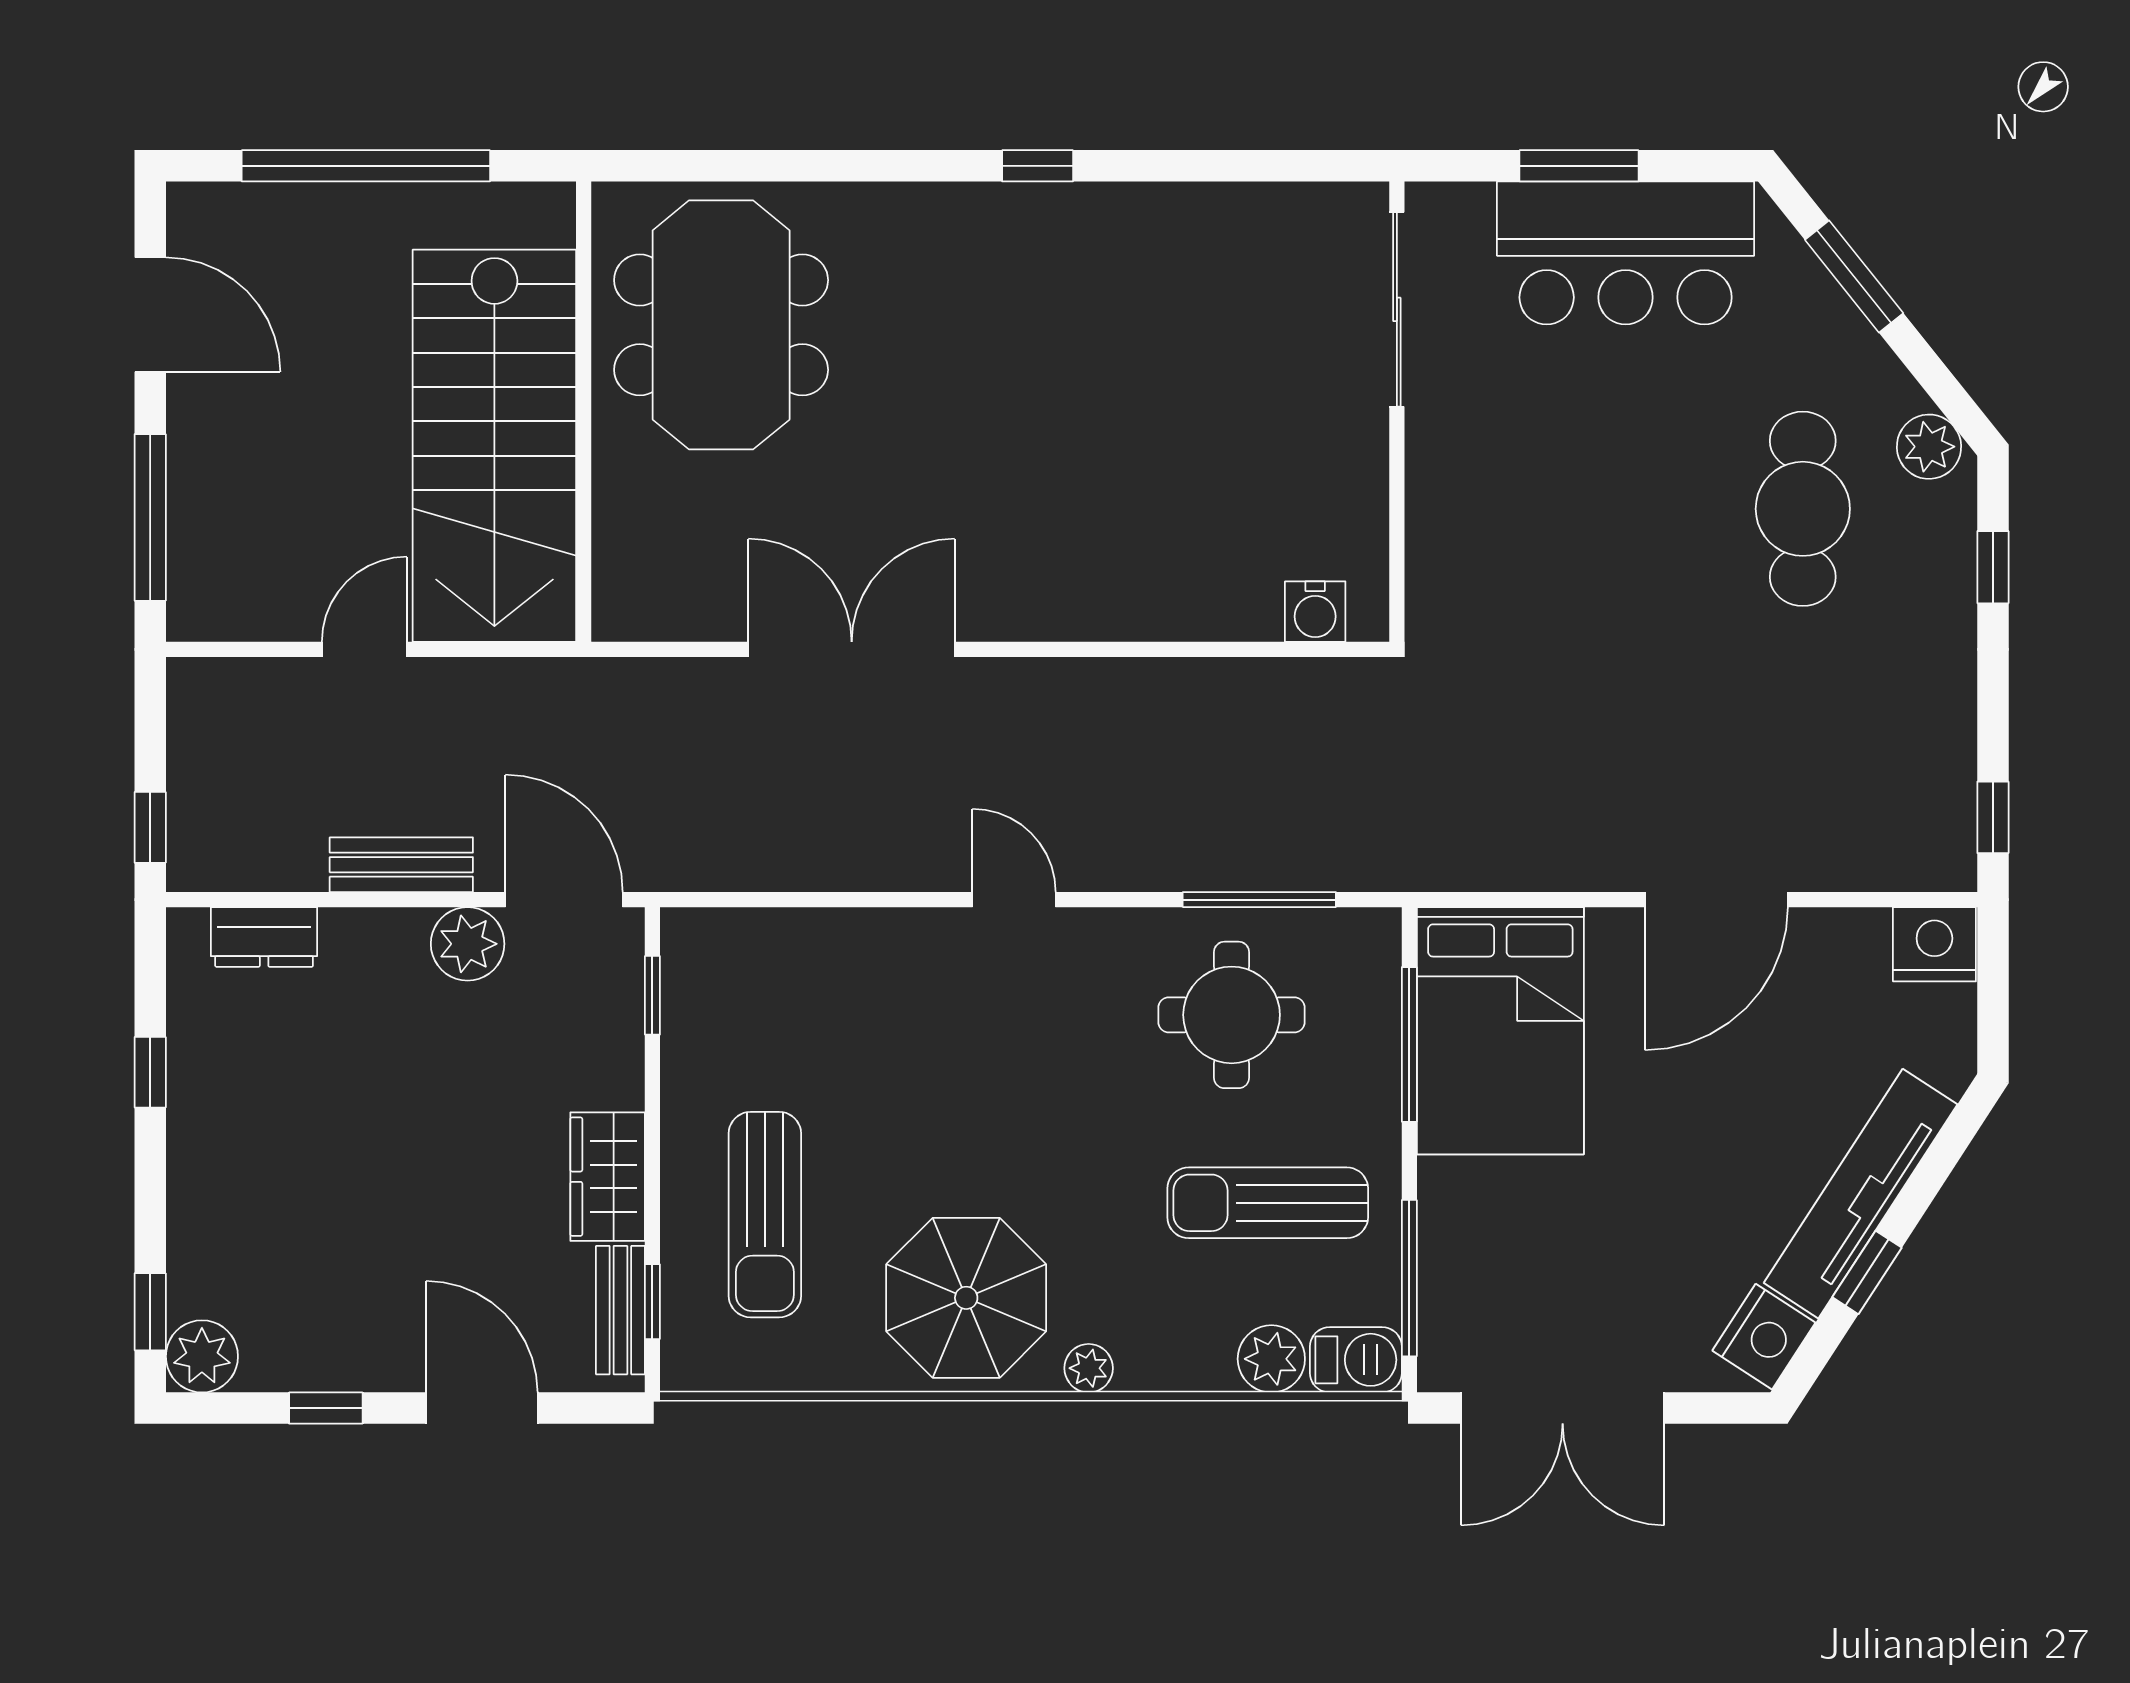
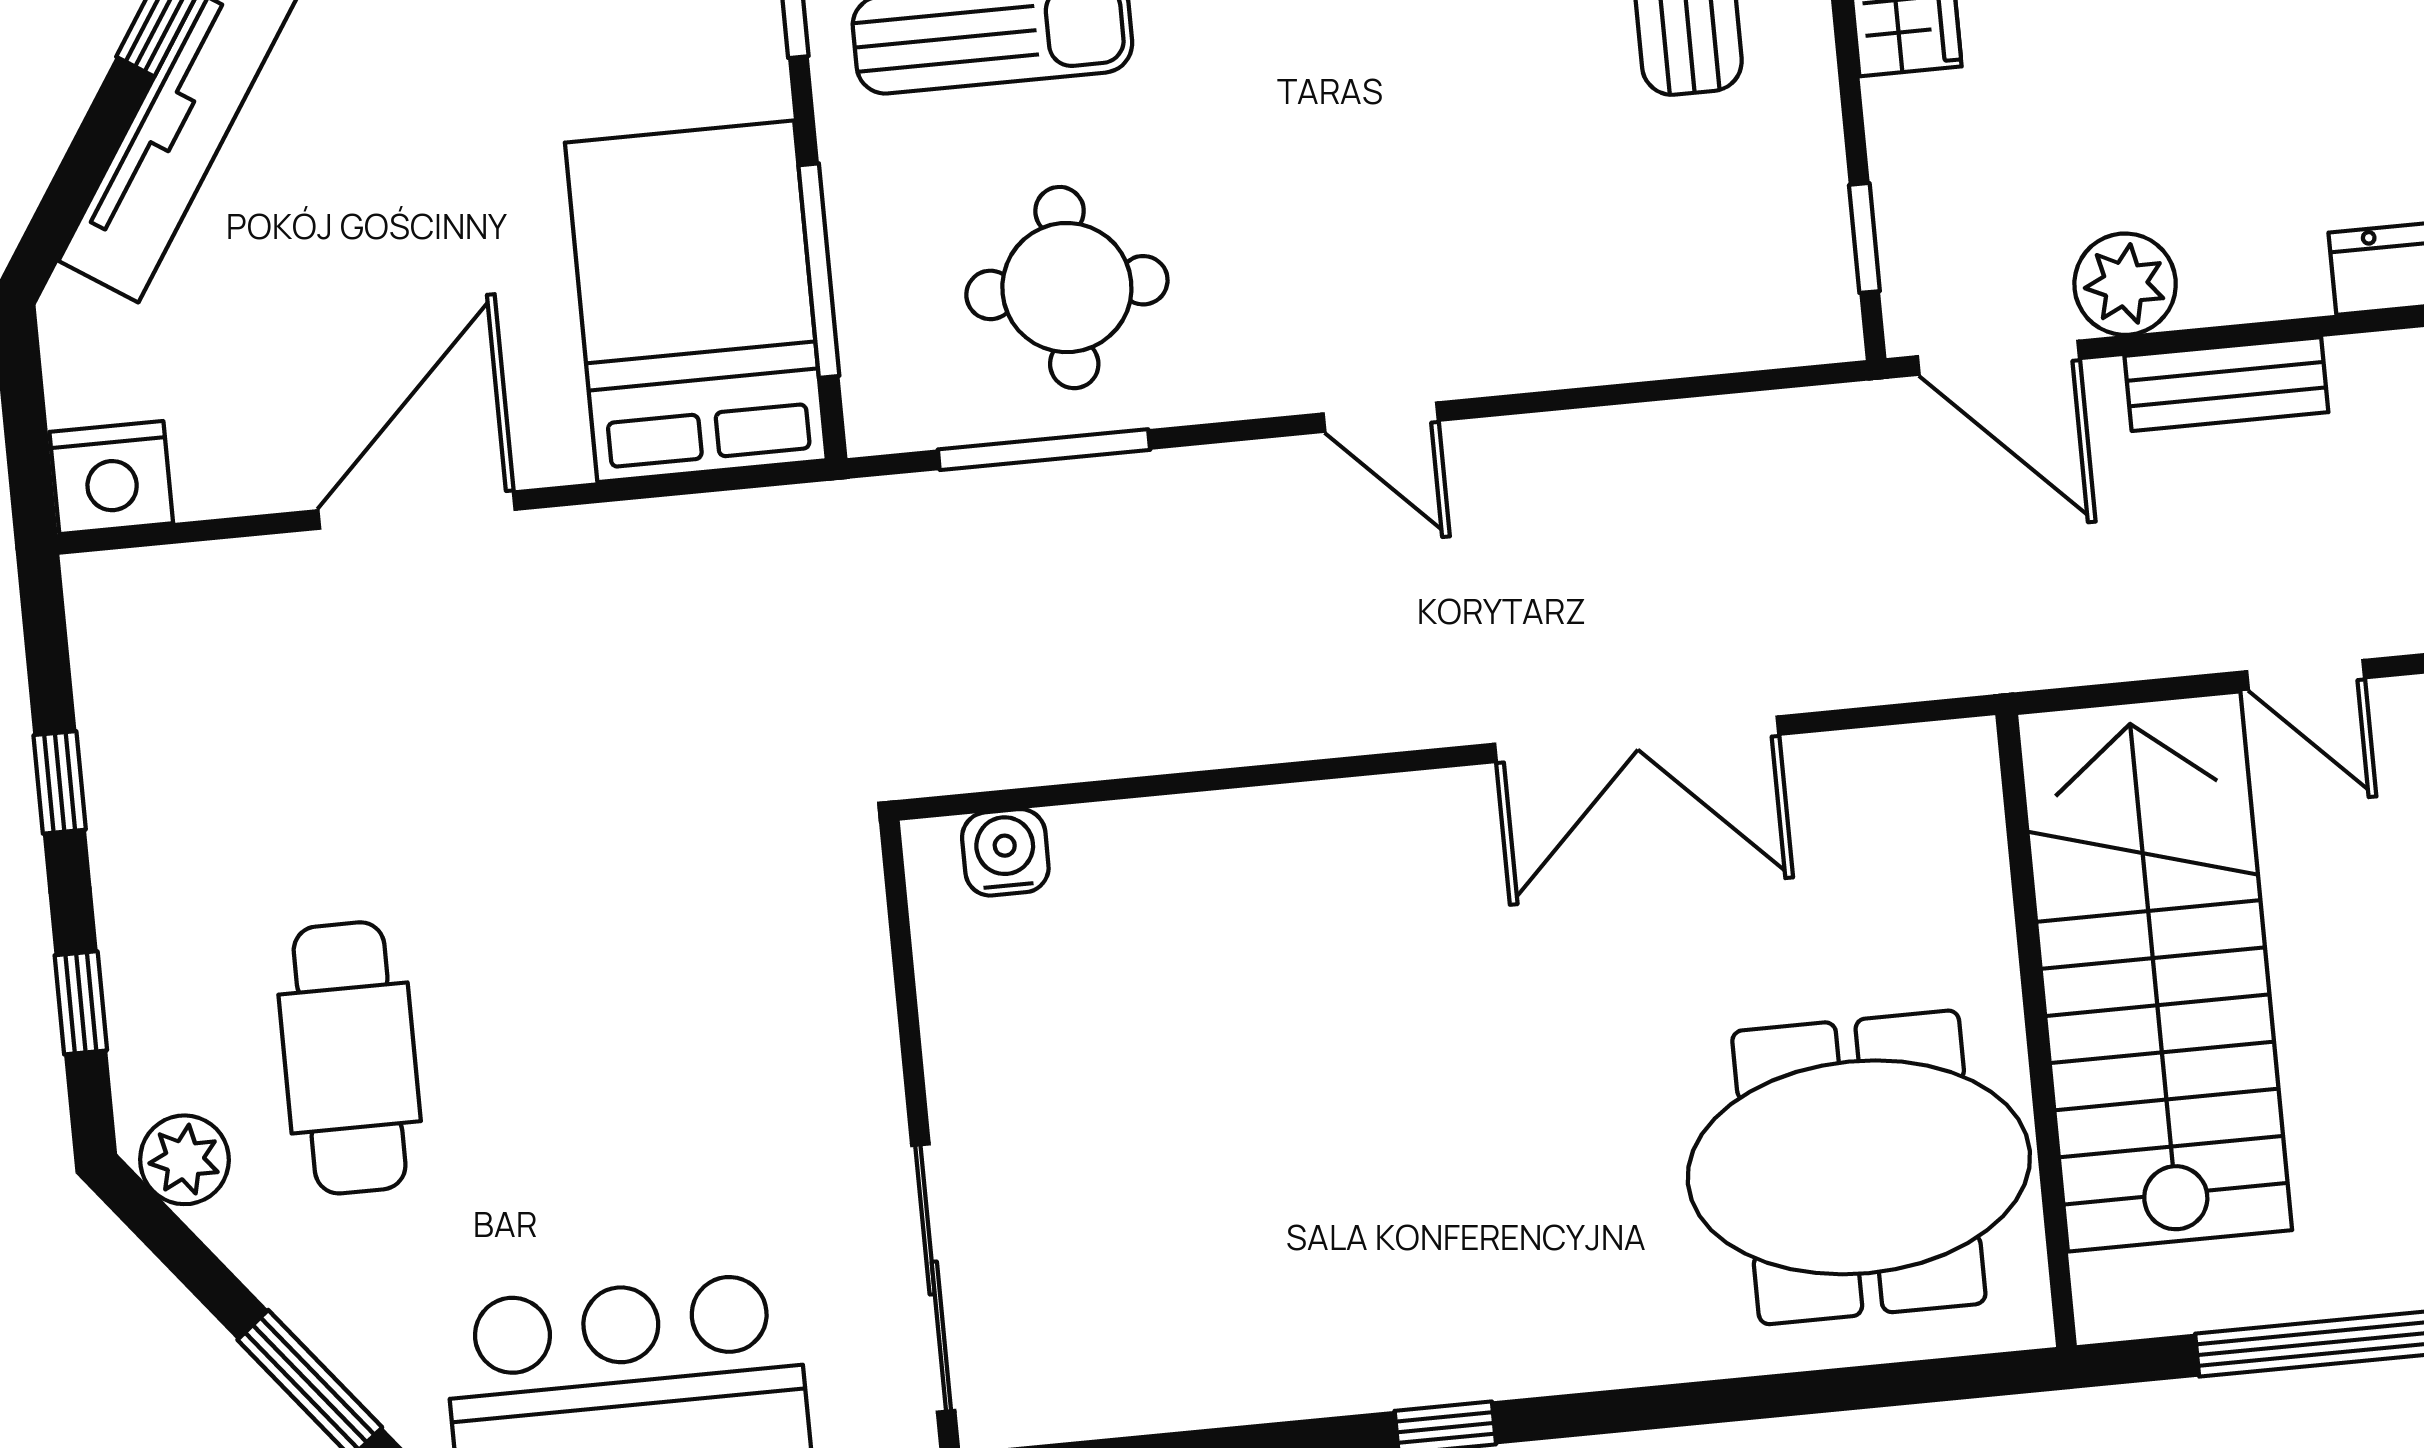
meeting table: (721, 325) -> (1859, 1167), turned 90
door: (364, 649) -> (2306, 675), hinge flipped
window: (1993, 817) -> (60, 782), moved

